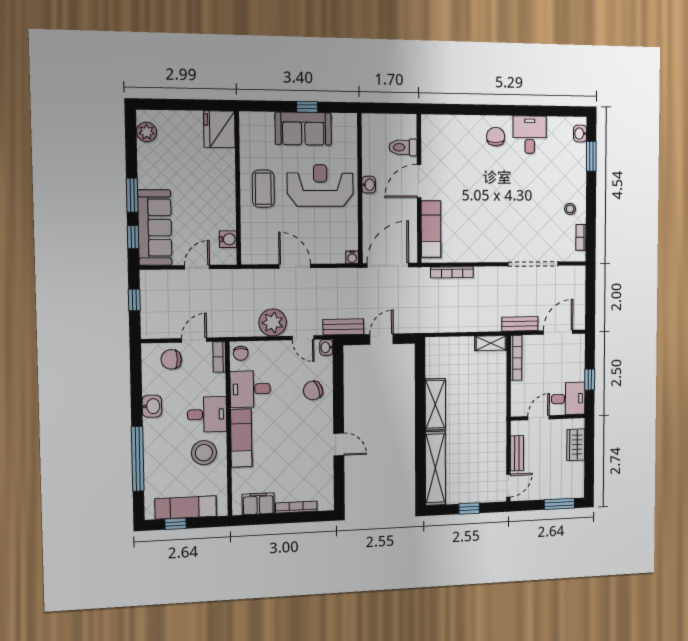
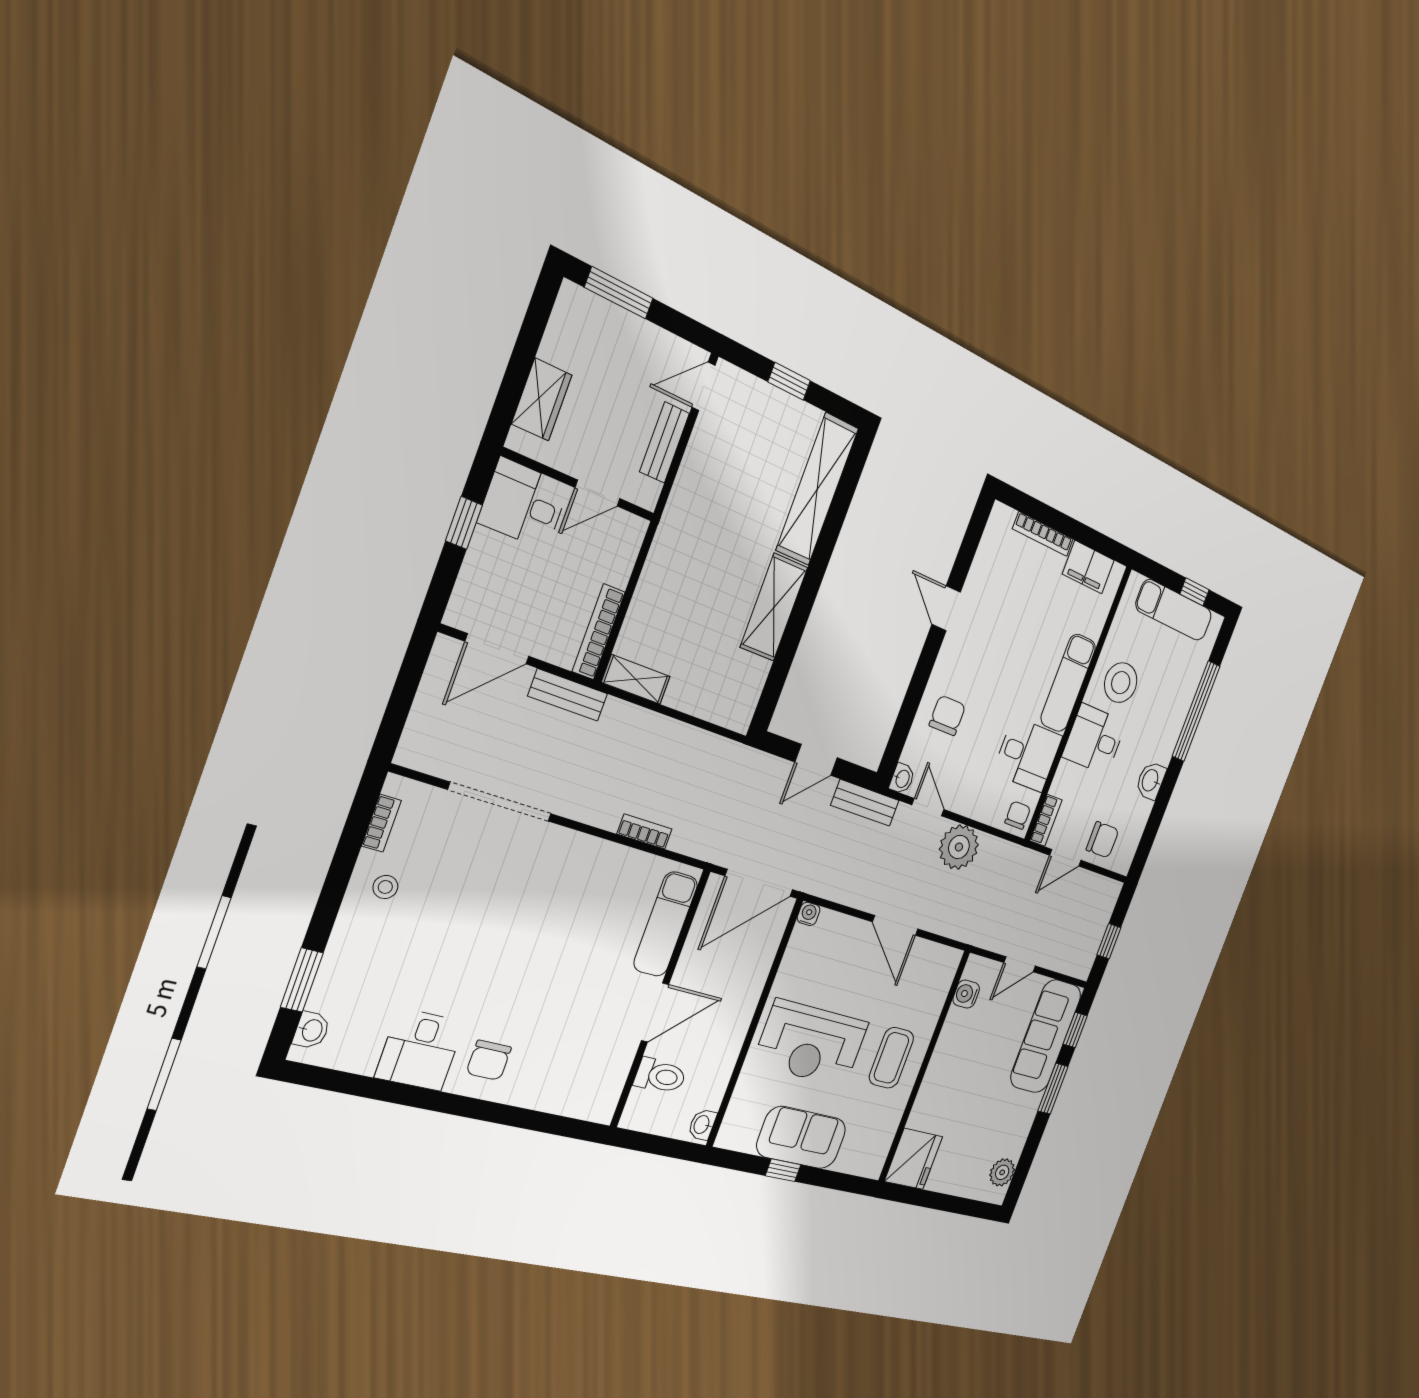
washbasin: (369, 185) -> (702, 1125), moved
bookcase: (452, 272) -> (644, 831), width x0.64
chair: (313, 390) -> (947, 715), turned -69

